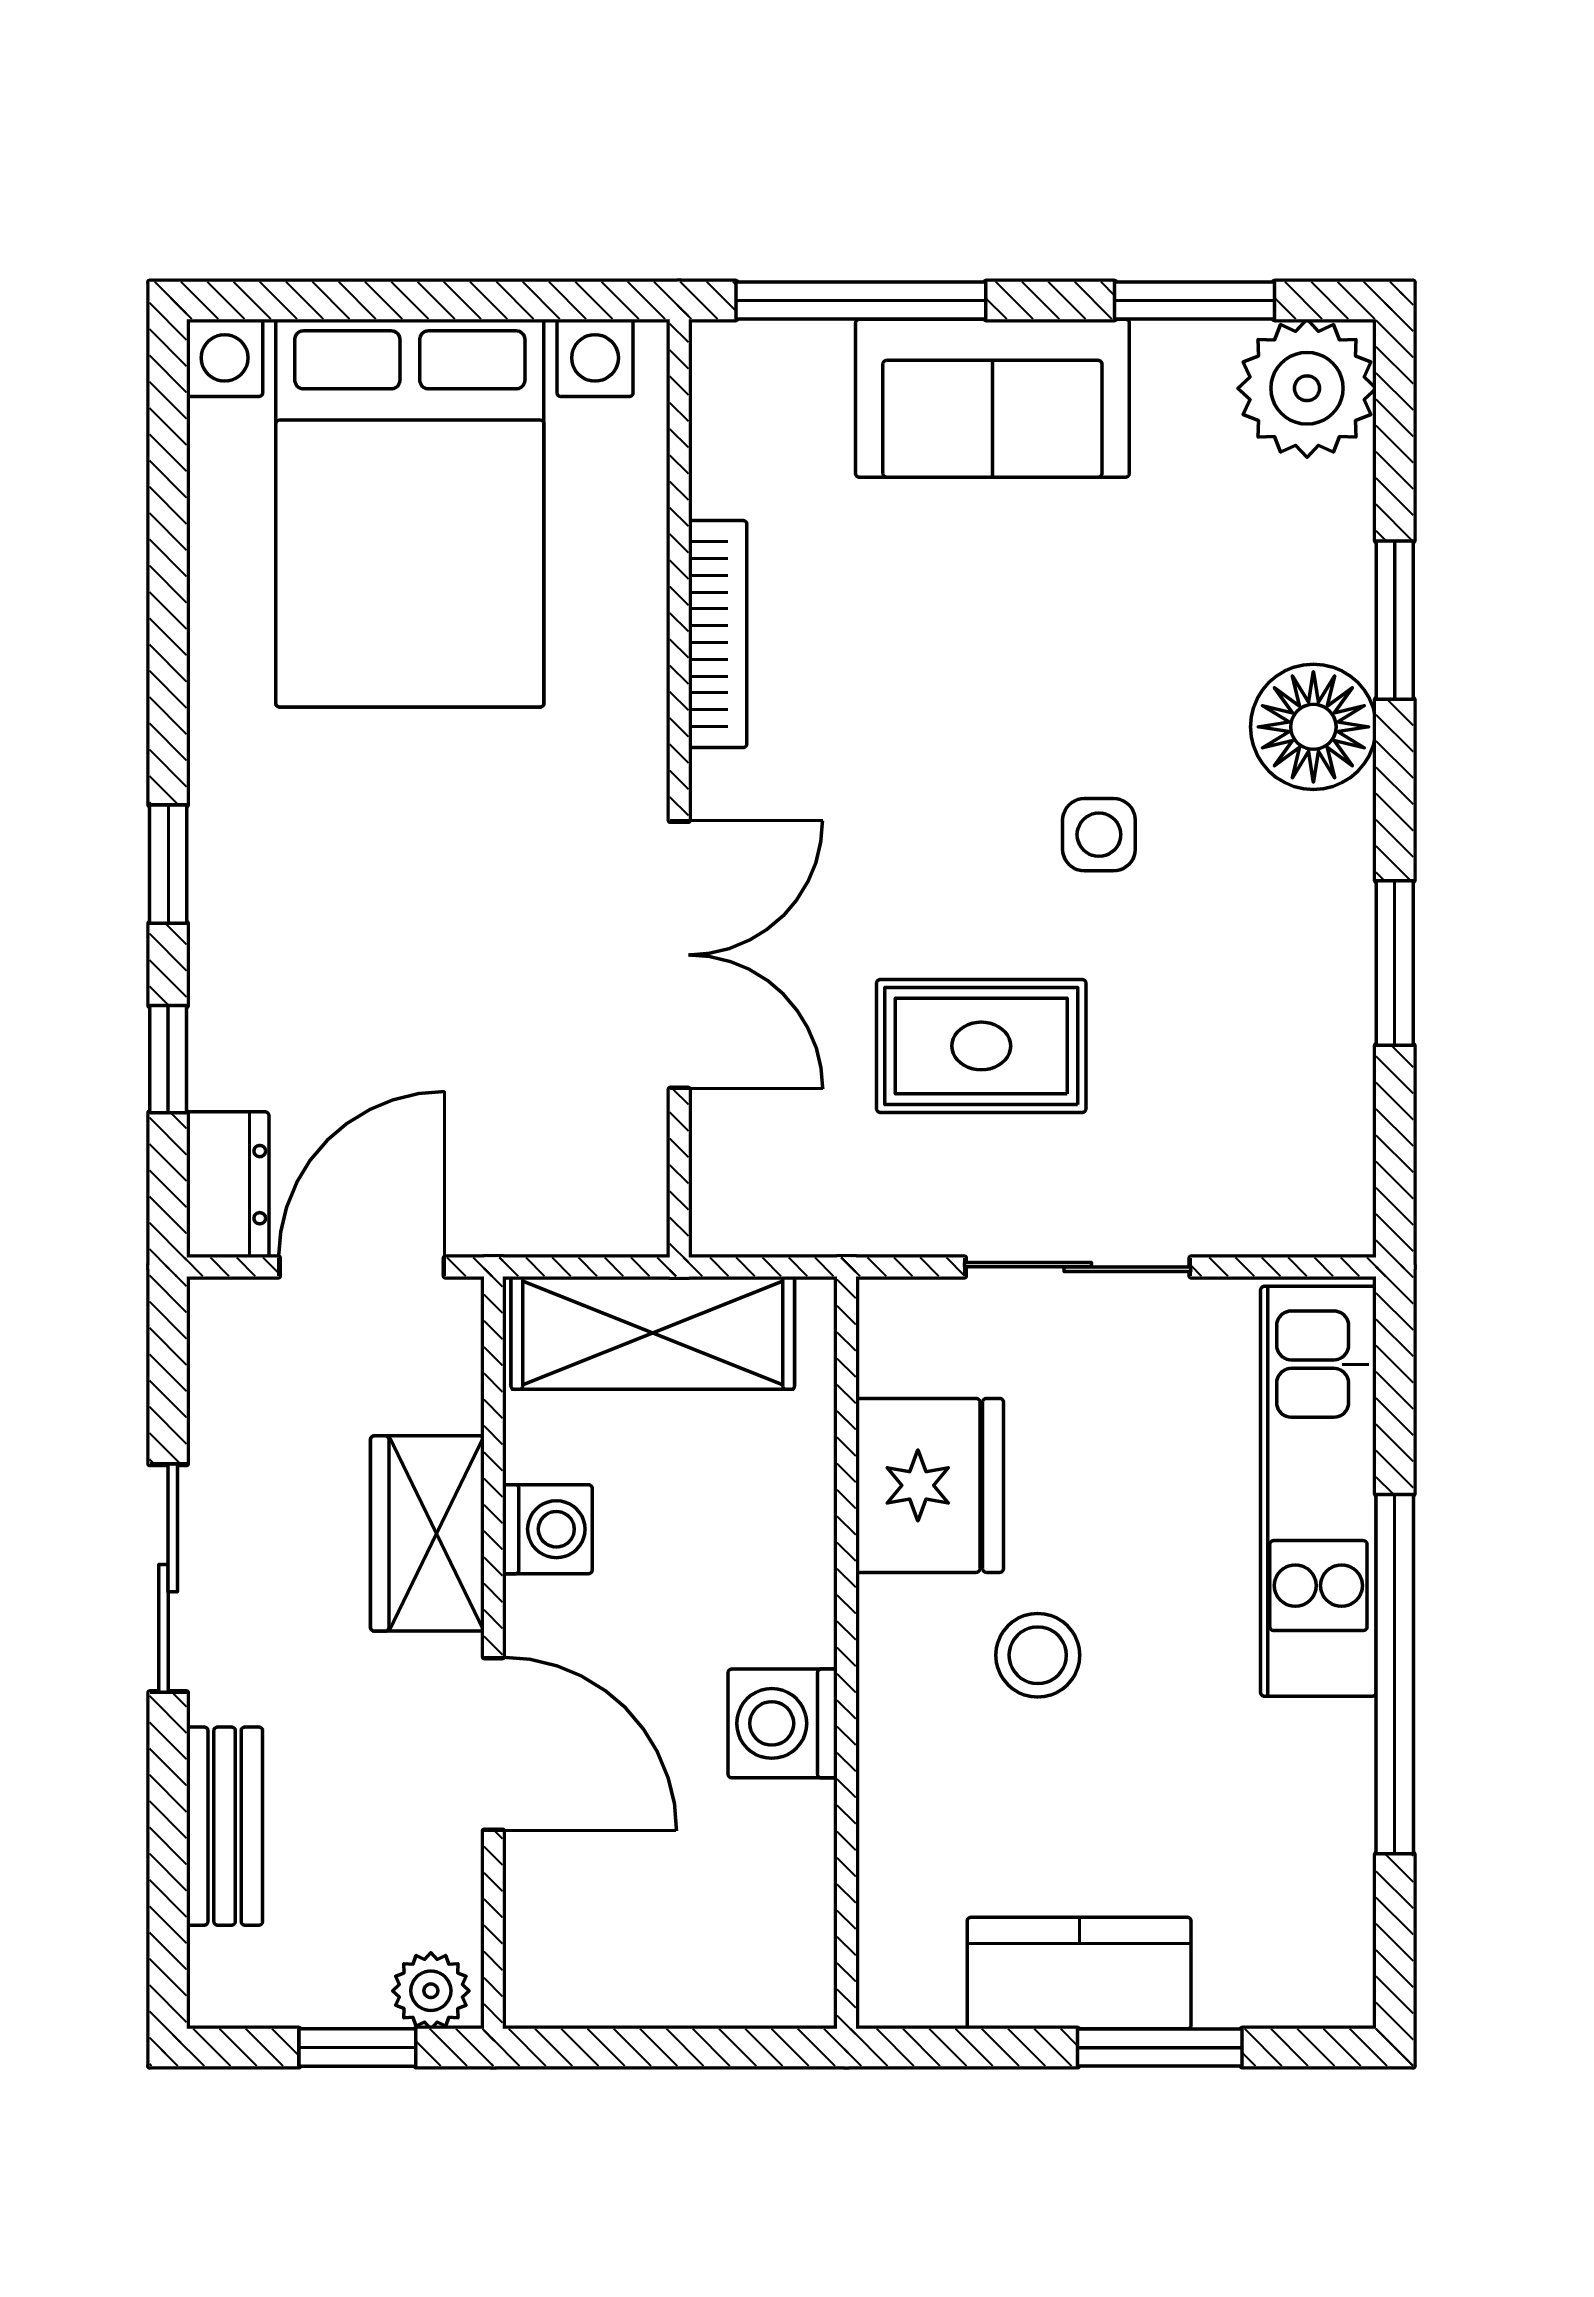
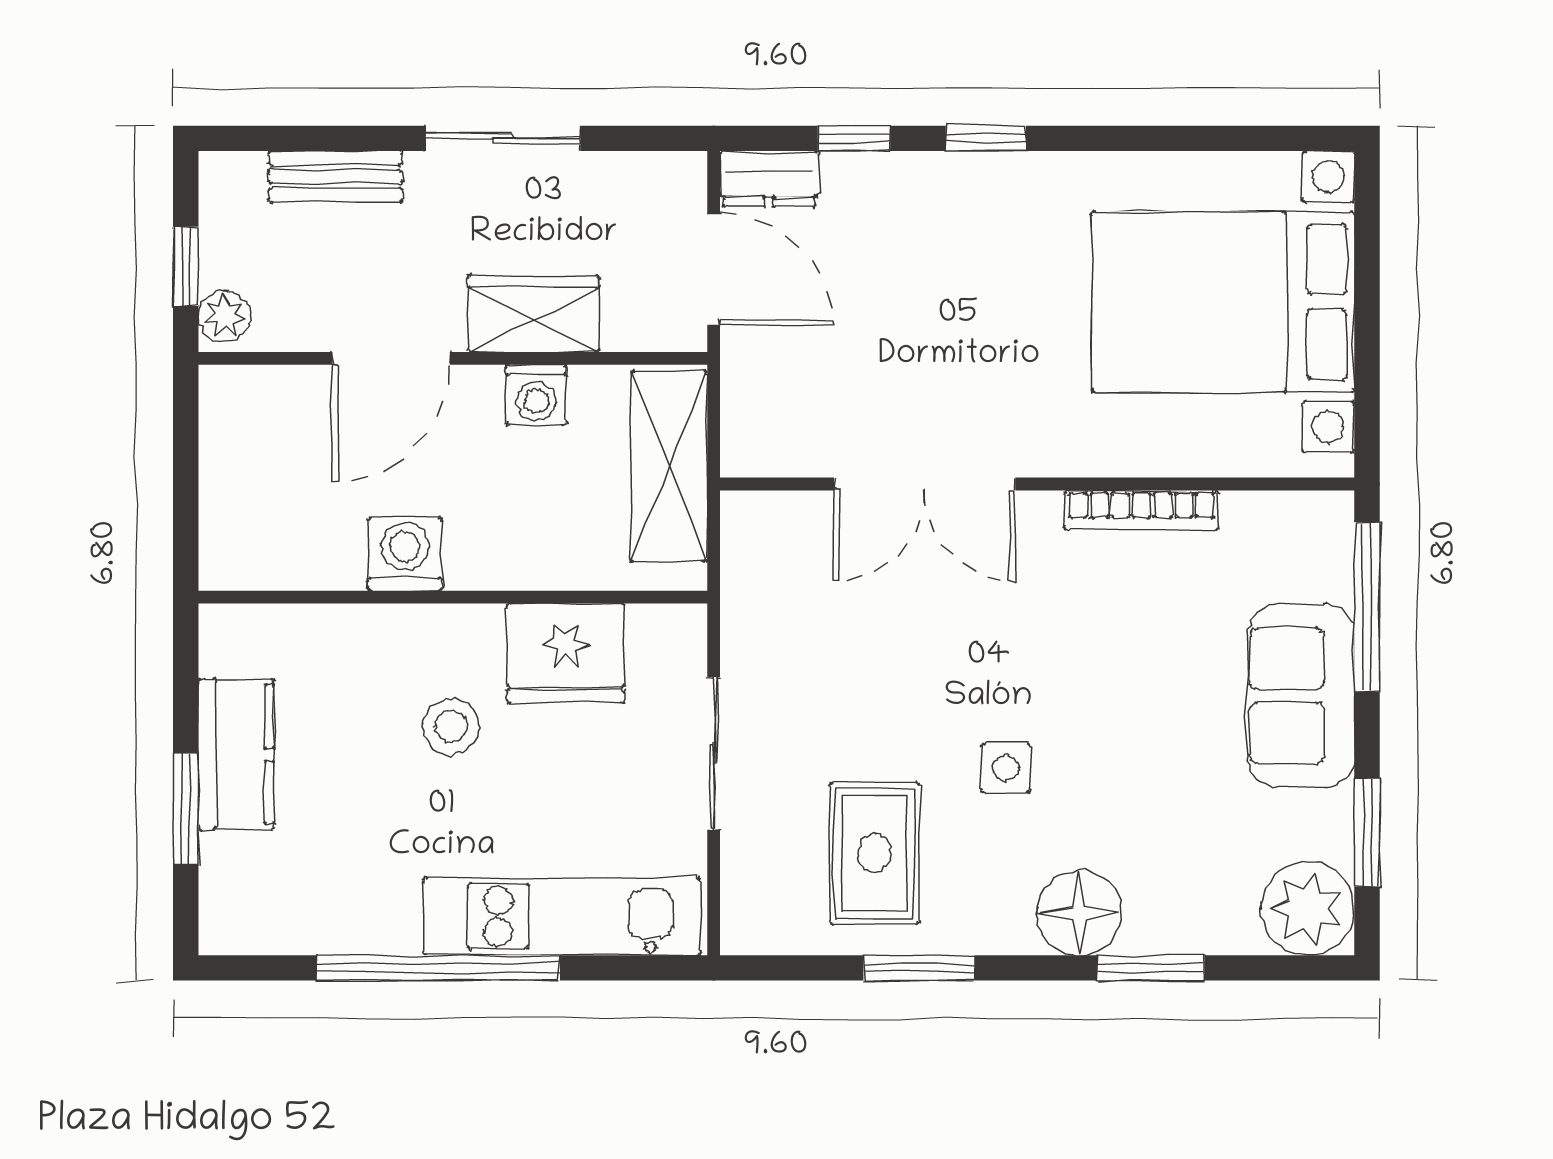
rug: (981, 1046) -> (874, 853), moved

